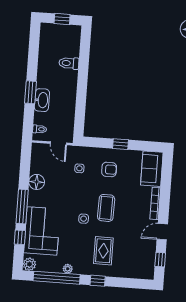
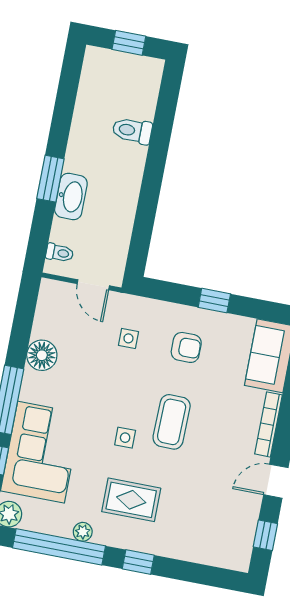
rug: (103, 251) -> (131, 500), moved, turned 90

